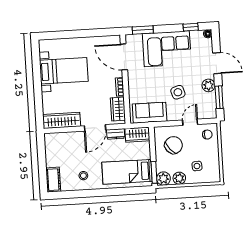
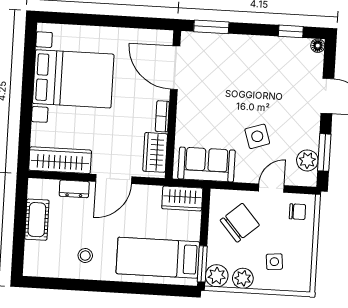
corner sofa: (167, 49) -> (247, 63), removed
bed with nightstands: (64, 71) -> (73, 79), width x1.36
plant: (209, 85) -> (307, 160), moved
dresser: (116, 134) -> (74, 189), moved
cot: (53, 180) -> (37, 220), moved

